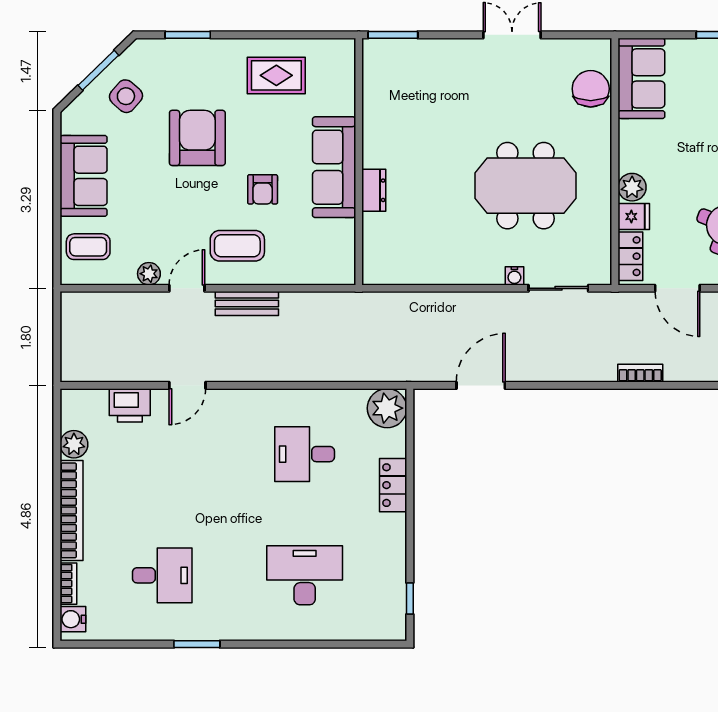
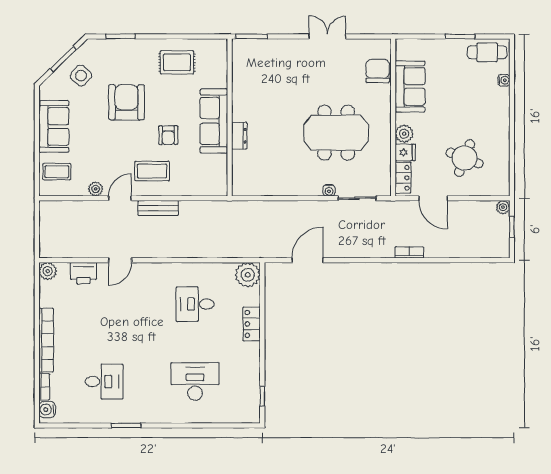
sofa: (641, 78) -> (410, 86), moved
plant: (74, 444) -> (48, 271), moved

